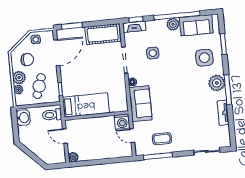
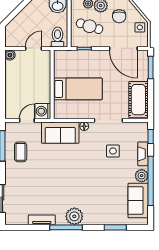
fireplace: (134, 27) -> (143, 154), moved
side table: (204, 58) -> (103, 206), removed
bed: (86, 105) -> (78, 89), moved, turned -90

